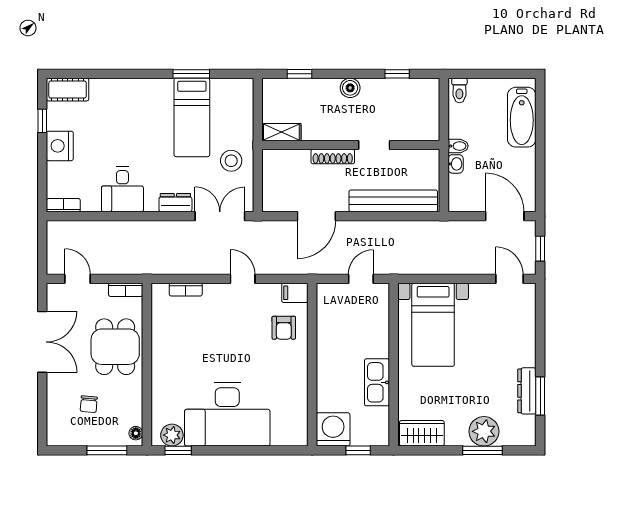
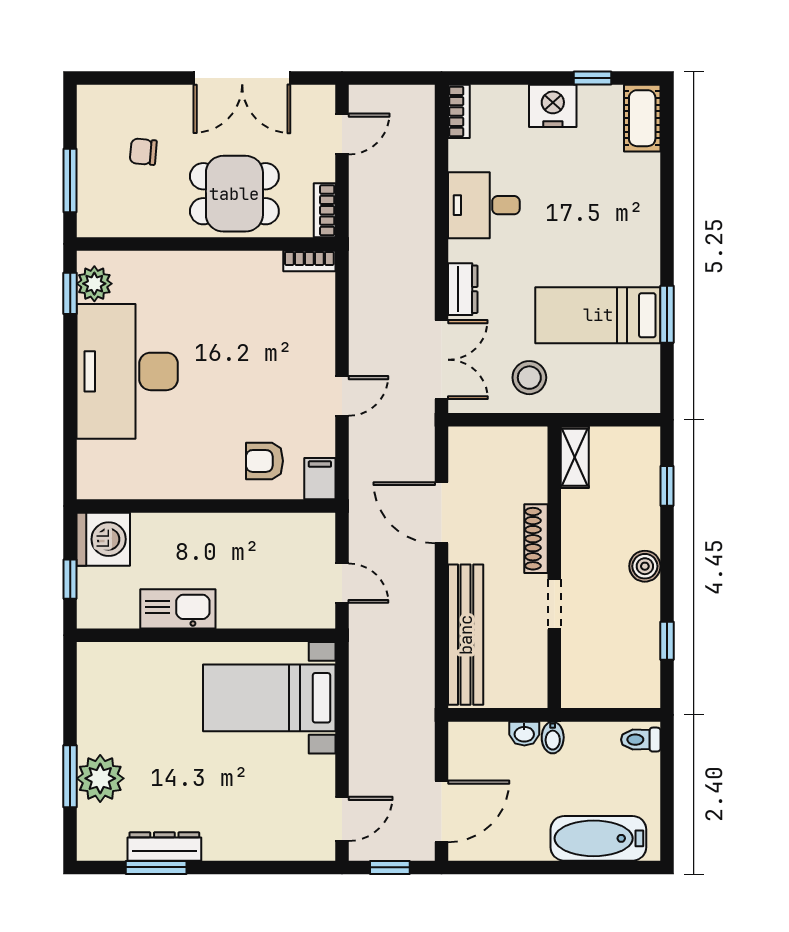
bookcase: (186, 290) -> (309, 261), moved, turned -90
floor lamp: (136, 433) -> (97, 226), removed
wardrobe: (422, 433) -> (97, 680), removed

